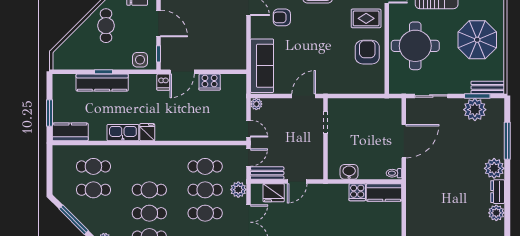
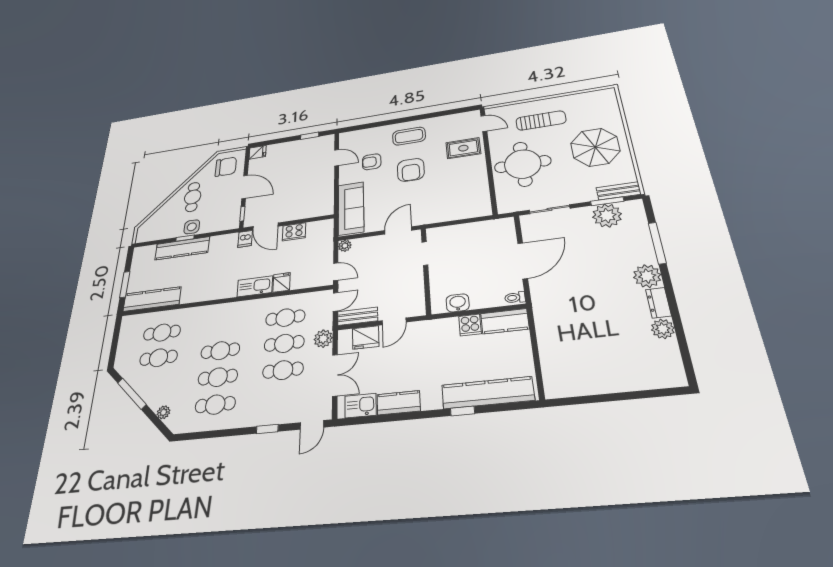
armchair: (367, 52) -> (411, 170), moved, turned 180
side table: (140, 60) -> (192, 227), moved
door: (182, 72) -> (265, 226), hinge flipped
kitchen counter: (70, 132) -> (152, 299), width x1.50
fridge: (147, 132) -> (282, 282), moved
kitchen sink: (123, 133) -> (255, 286), moved

